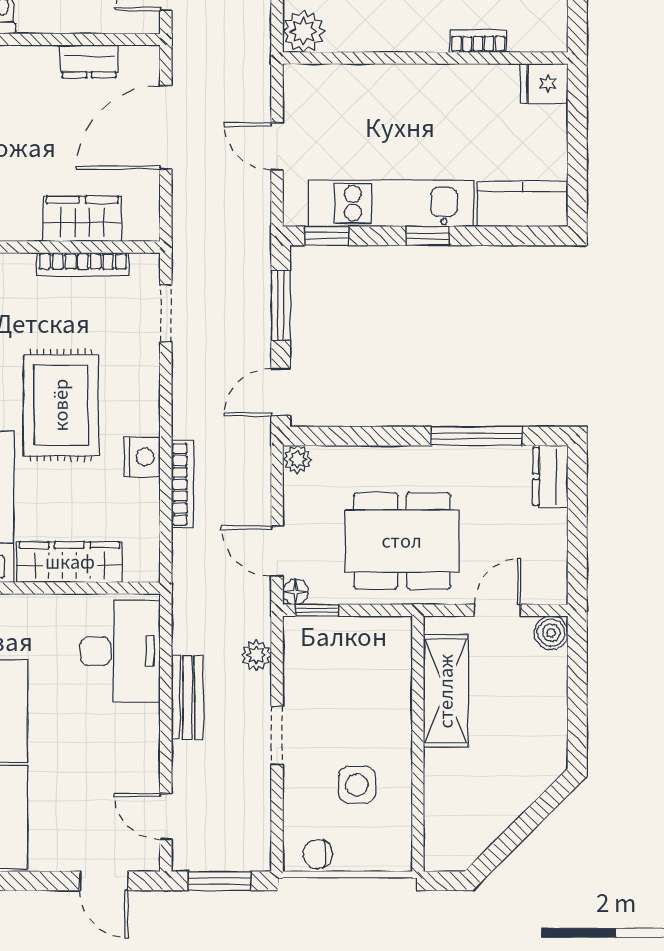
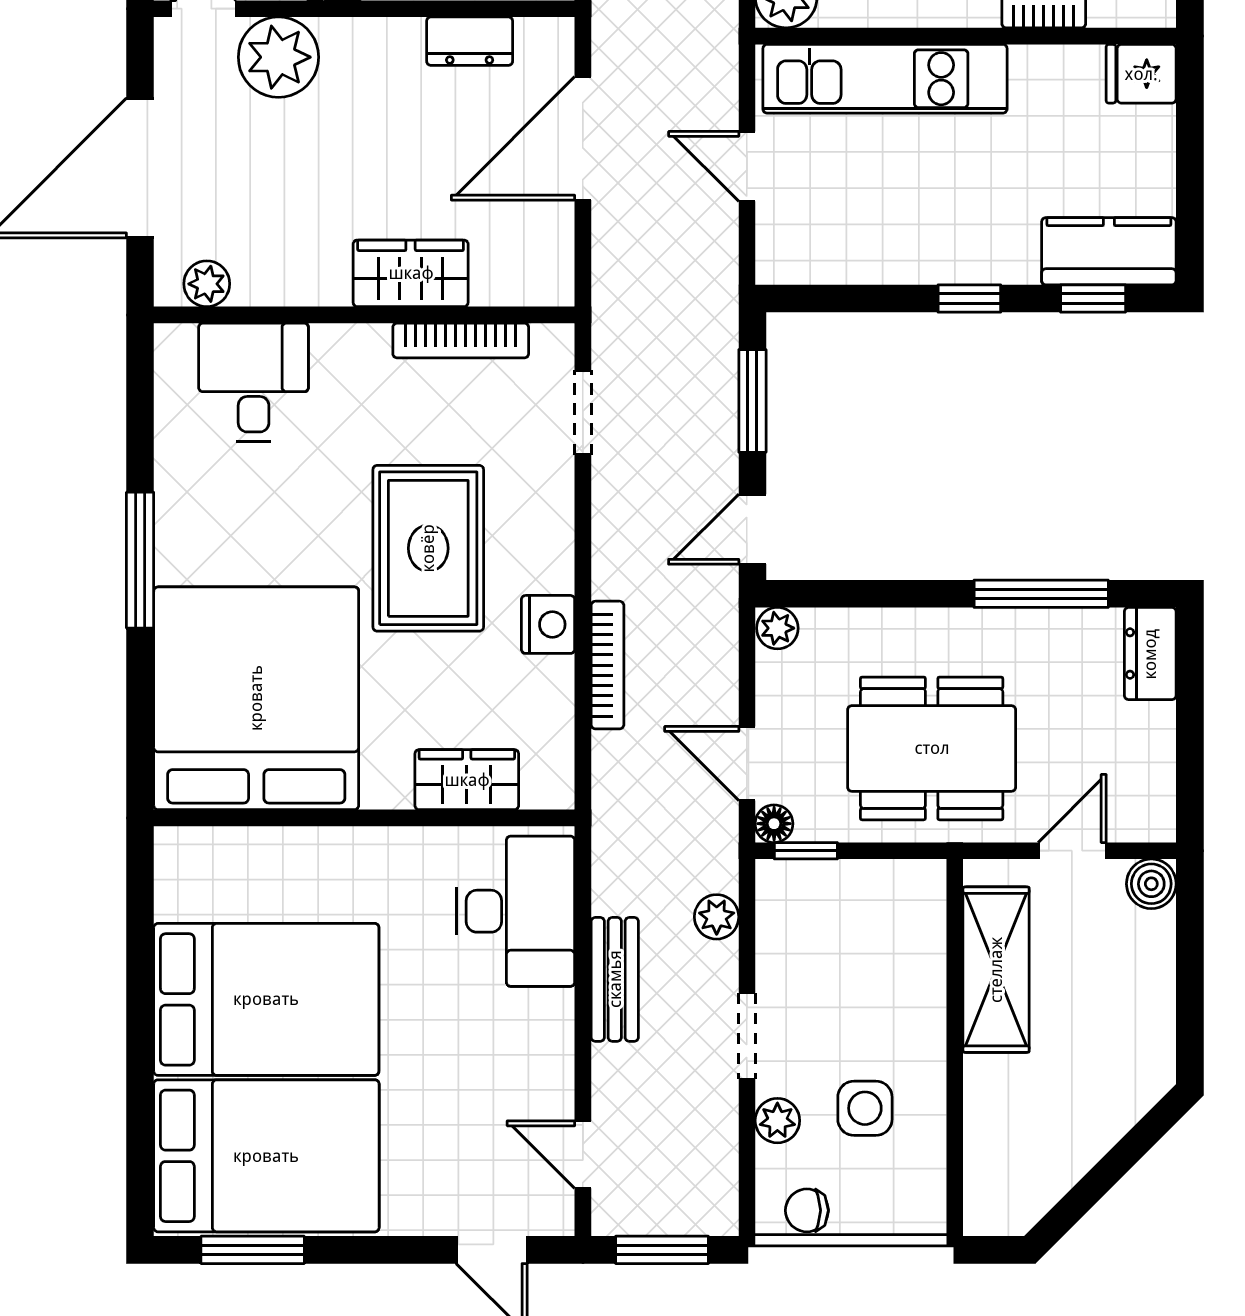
kitchen unit: (391, 203) -> (885, 79), moved, turned 180
wardrobe: (82, 219) -> (411, 273), moved
window: (327, 236) -> (1093, 299), moved
wardrobe: (70, 562) -> (467, 780), width x0.67
plant: (298, 793) -> (777, 1121), added

